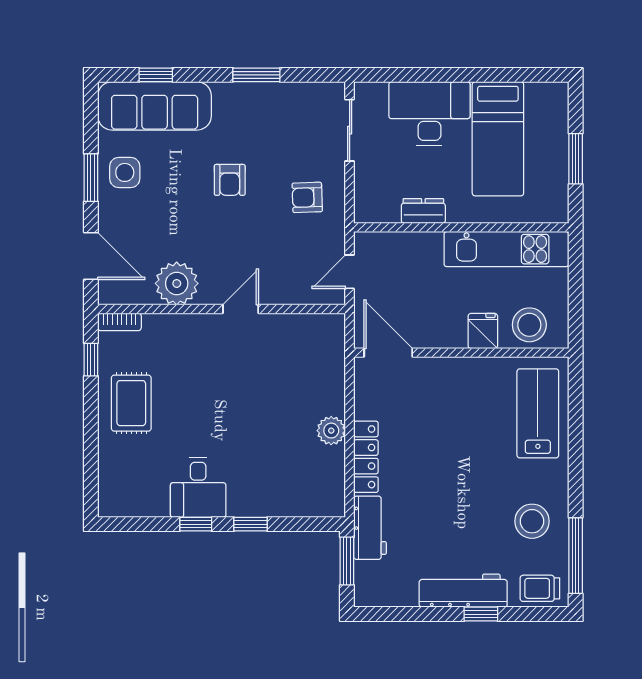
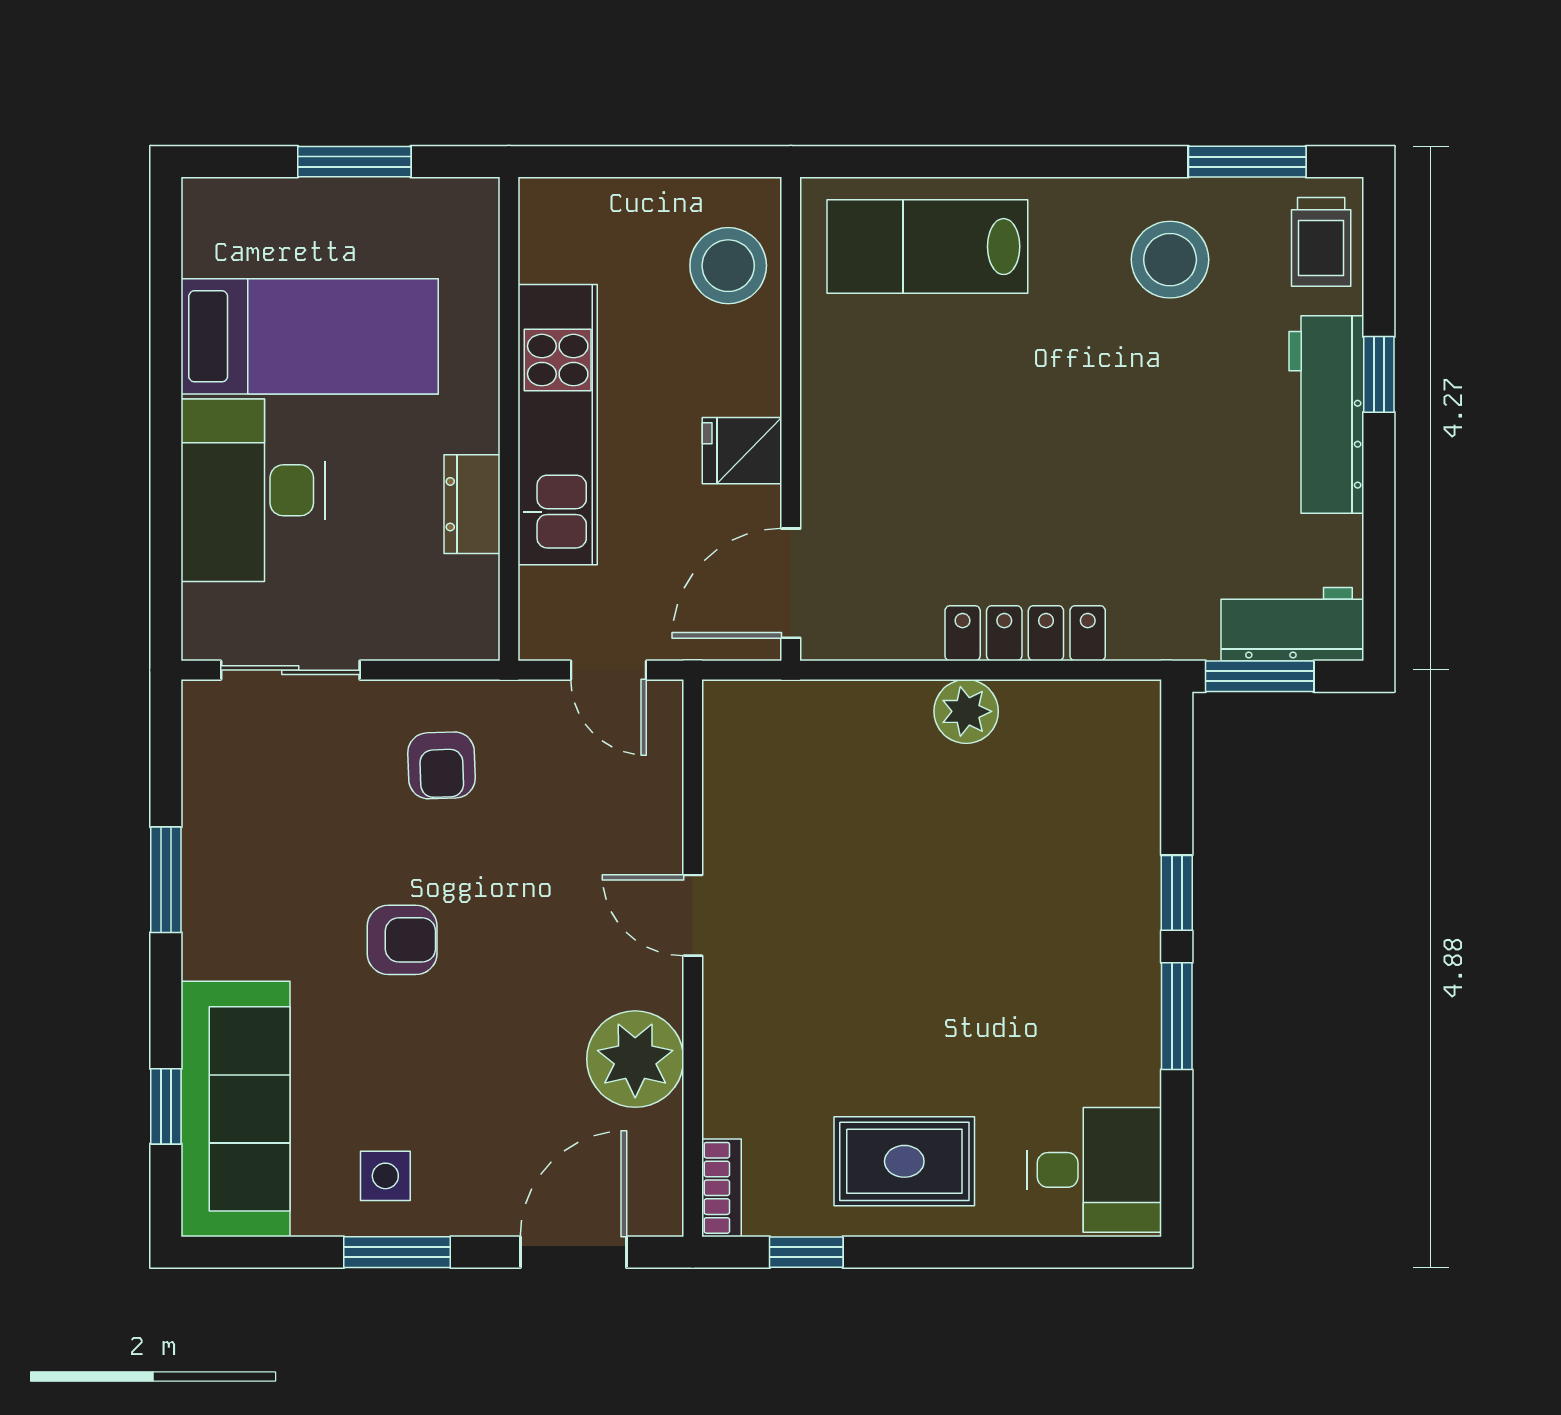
side table: (125, 172) -> (385, 1176), width x0.73, depth x0.73
kitchen unit: (506, 249) -> (558, 425), moved
fridge: (483, 331) -> (742, 451), moved
desk: (198, 487) -> (1094, 1170), moved
window: (196, 524) -> (1177, 1016), width x1.50
workbench: (370, 528) -> (1292, 624), moved
window: (576, 556) -> (1247, 162), width x0.69

